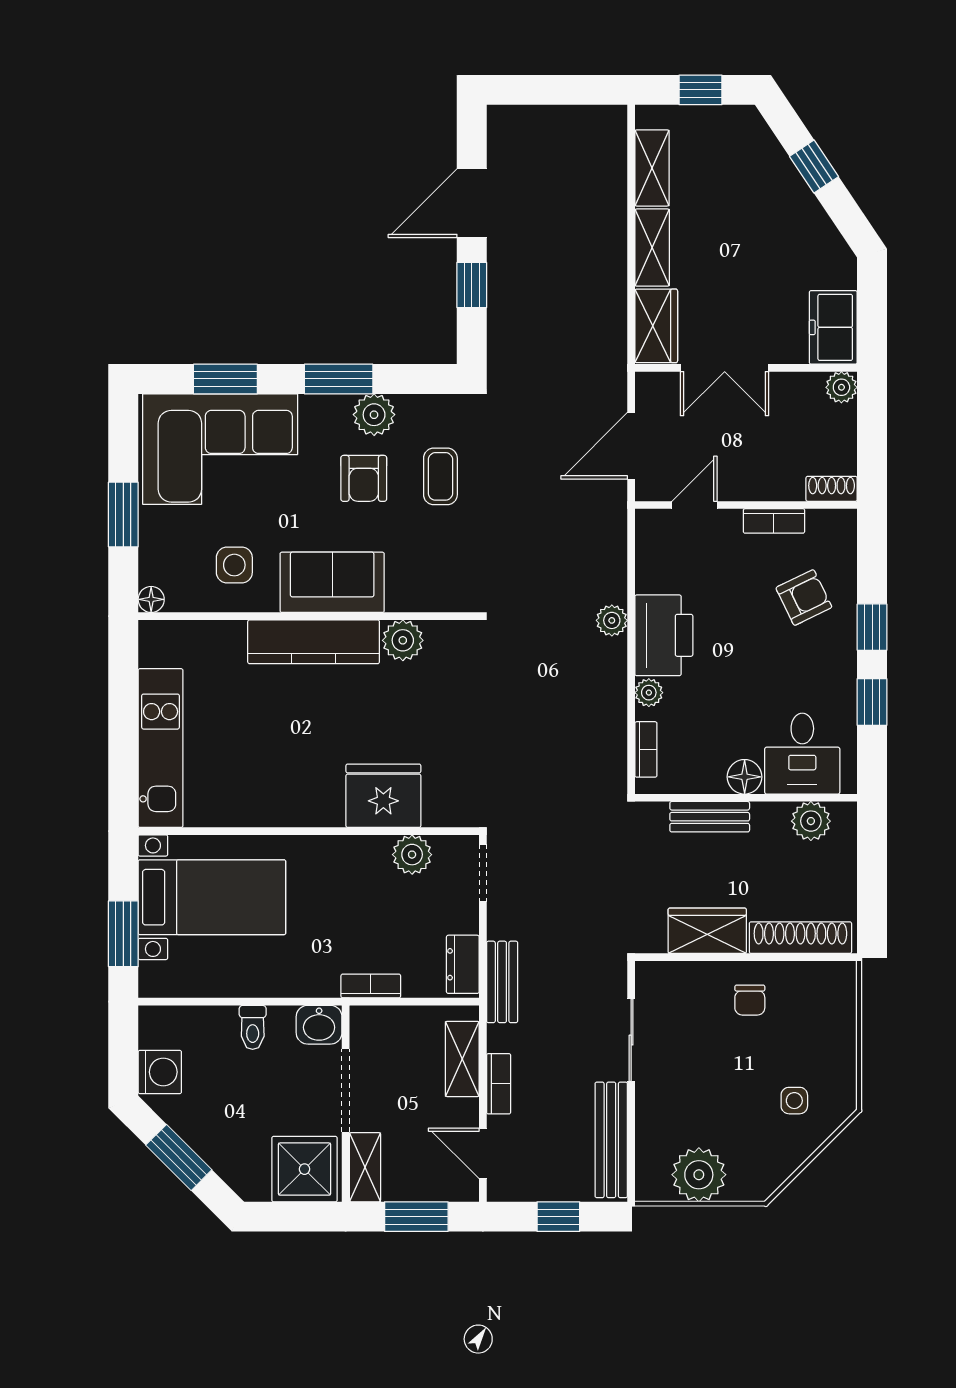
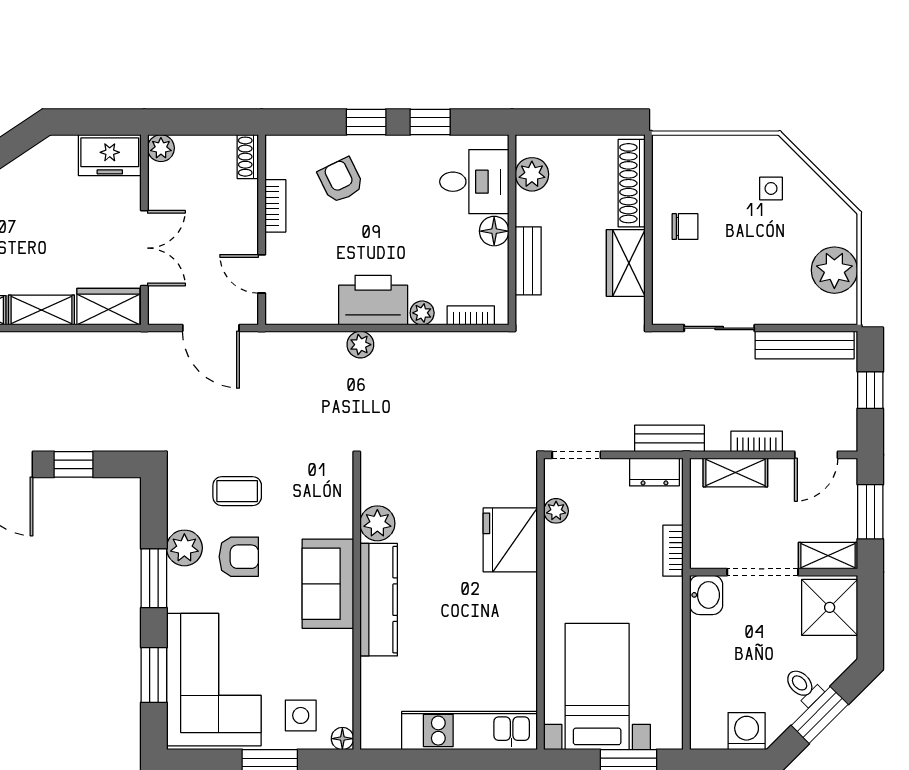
side table: (234, 565) -> (301, 715), moved
plant: (412, 855) -> (556, 511), width x0.73, depth x0.73
toilet: (253, 1027) -> (803, 687), moved, turned -135

